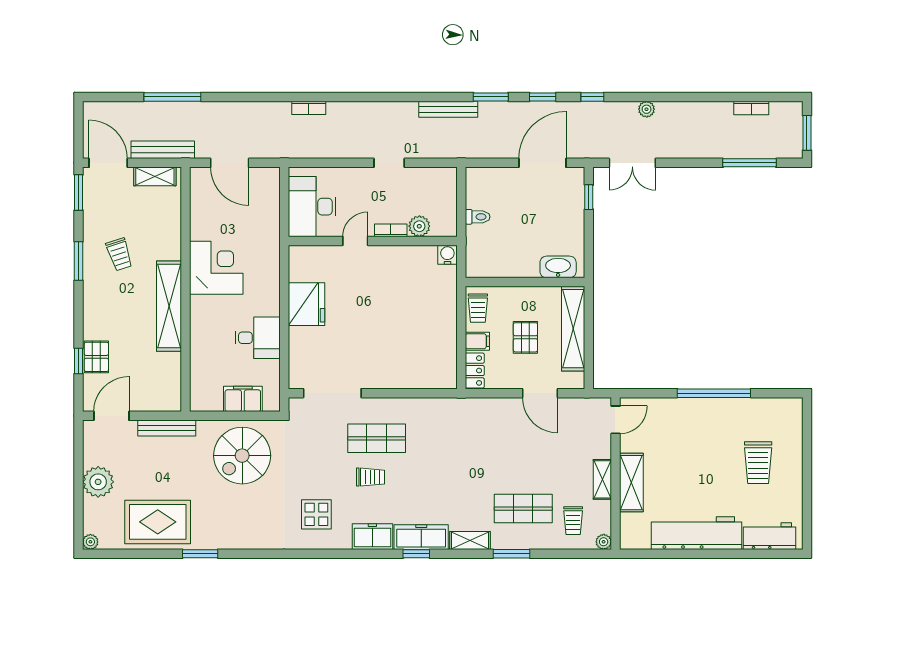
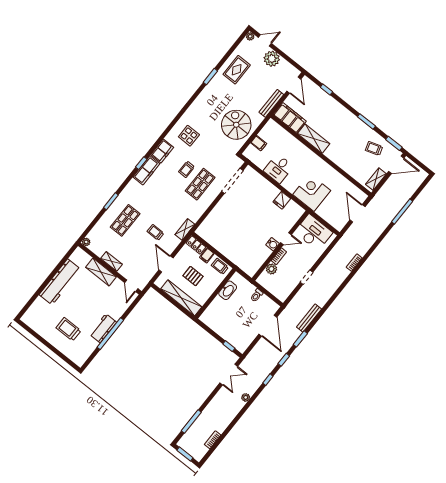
bench: (163, 150) -> (384, 191), removed
door: (230, 163) -> (357, 213), hinge flipped
door: (542, 163) -> (268, 326), moved
double door: (632, 163) -> (229, 375), swing flipped
door: (355, 241) -> (286, 239), hinge flipped
trolley: (119, 254) -> (374, 148), moved
water cooler: (447, 255) -> (273, 244), moved
washbasin: (558, 267) -> (228, 290), moved
corner desk: (216, 268) -> (312, 193), moved, turned 180
fridge: (307, 304) -> (282, 200), width x0.53, depth x0.75
shelving: (169, 306) -> (314, 139), width x0.68
pallet: (96, 357) -> (322, 98), removed
filing cabinet: (166, 382) -> (290, 118), added
door: (540, 393) -> (166, 264), hinge flipped
filing cabinet: (243, 399) -> (259, 143), width x0.50
door: (79, 515) -> (265, 40), added
trolley: (573, 521) -> (155, 232), moved
rug: (158, 522) -> (237, 70), width x0.73, depth x0.70
workbench: (769, 536) -> (103, 328), moved, turned 180
shelving: (470, 540) -> (185, 229), moved

